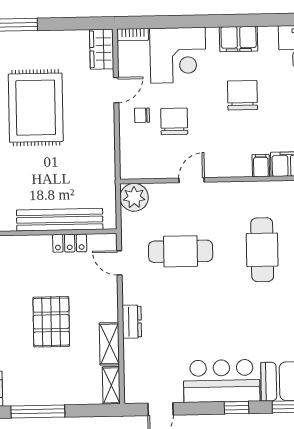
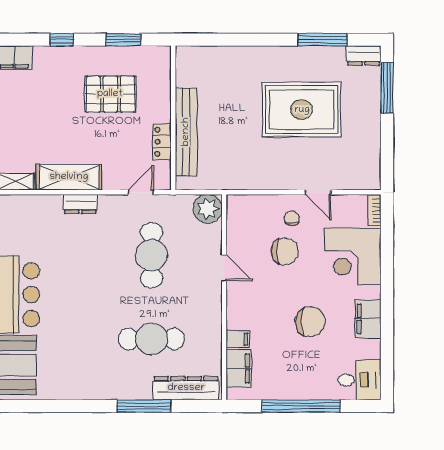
wardrobe: (102, 49) -> (360, 178), removed
pallet: (51, 322) -> (110, 94), moved
shelving: (109, 344) -> (69, 177), width x1.50, depth x1.33

